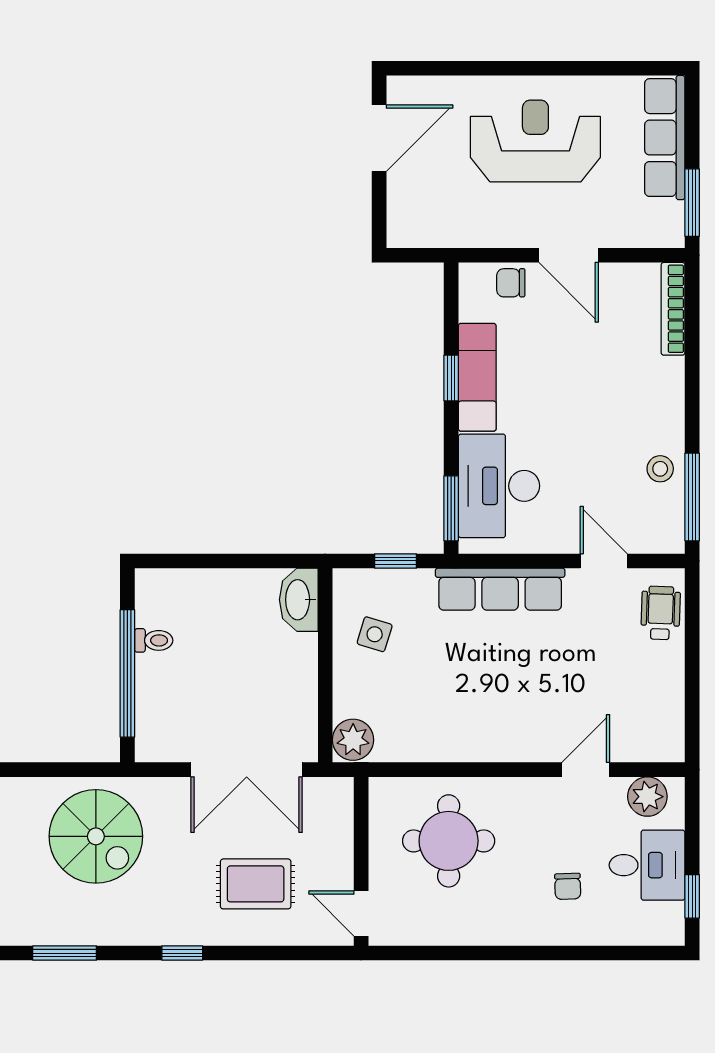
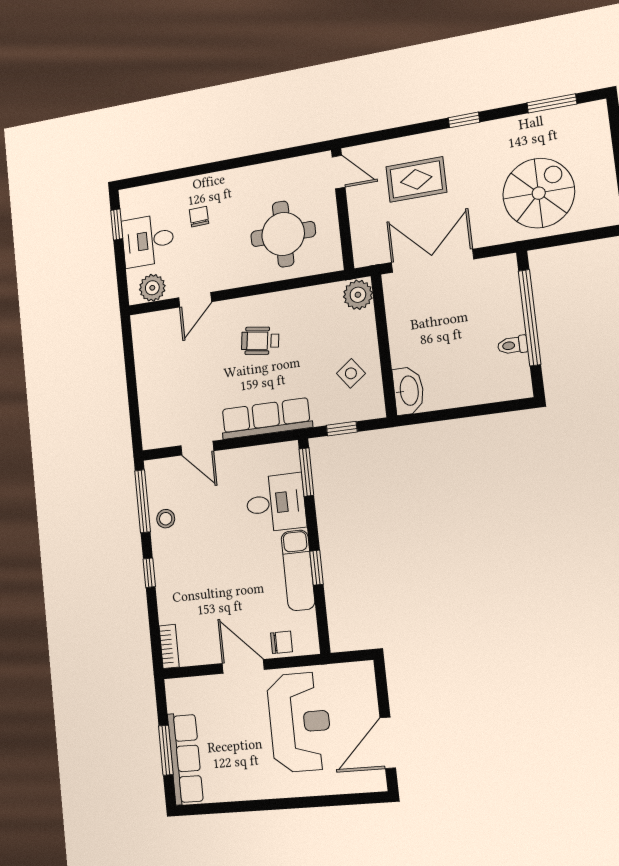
reception desk: (535, 141) -> (300, 722), moved, turned -90
window: (692, 203) -> (166, 750), moved
bookcase: (673, 309) -> (169, 646), width x0.64
window: (692, 396) -> (149, 573), added
desk: (499, 486) -> (276, 503), width x0.73
wheelchair: (661, 613) -> (260, 341), moved, turned 96
side table: (375, 634) -> (351, 373), turned 36
spiral stairs: (96, 836) -> (539, 193), turned 90

